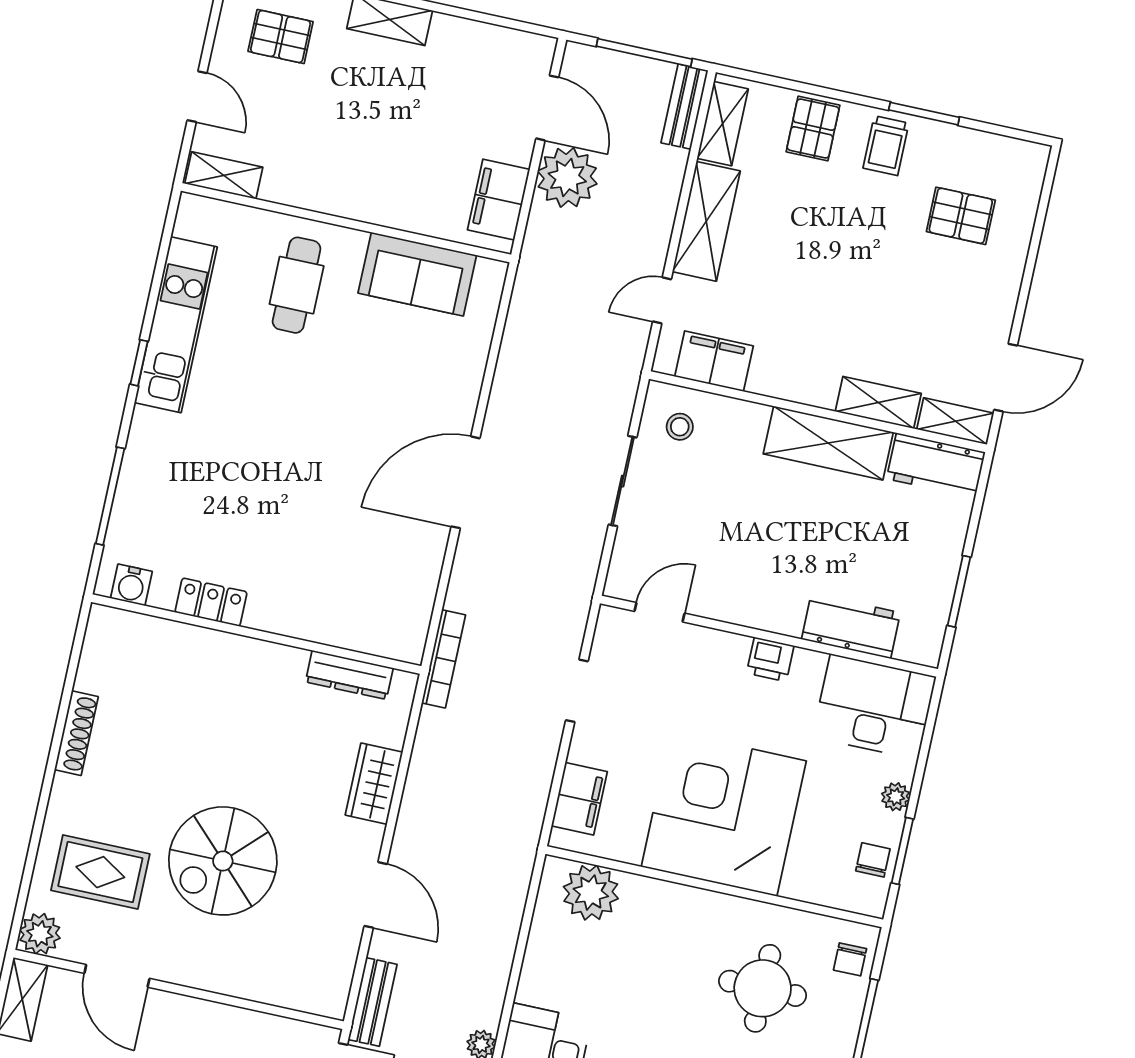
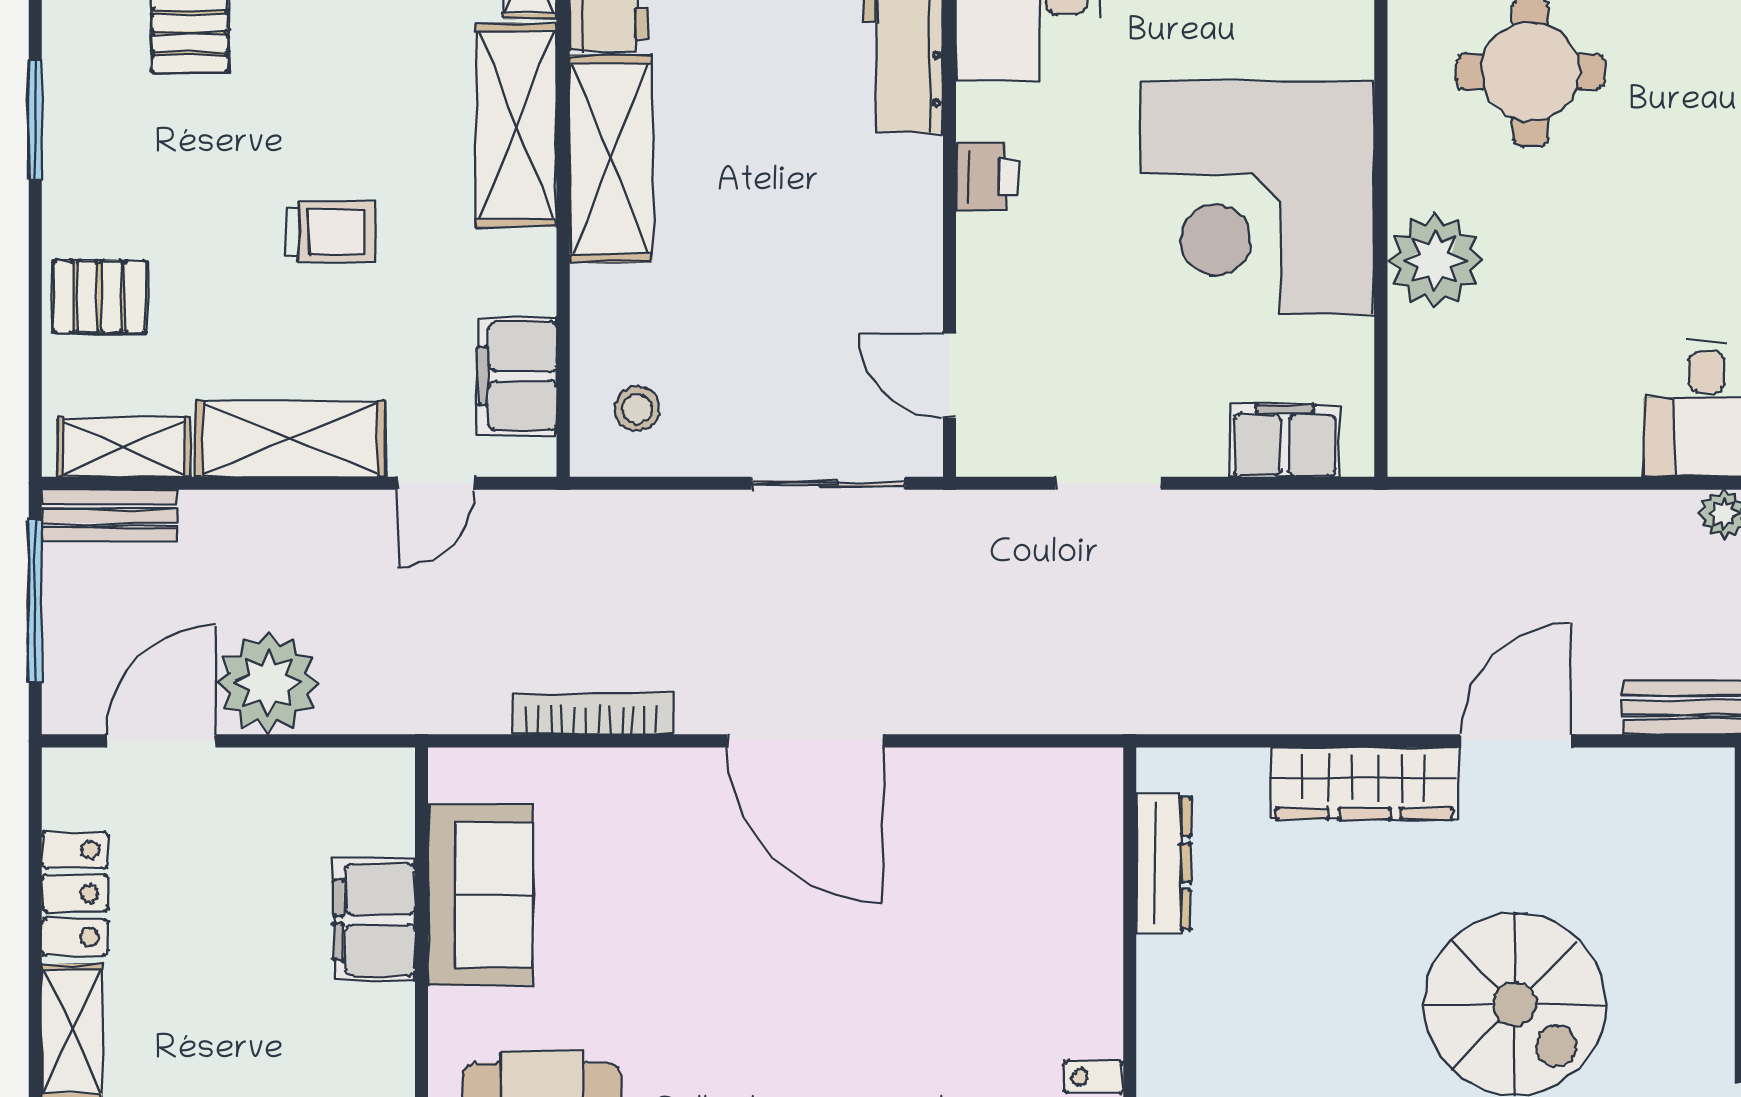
locker: (469, 39) -> (75, 894), added
trolley: (886, 146) -> (330, 232), moved
filing cabinet: (499, 200) -> (374, 920), moved, turned 90
door: (662, 300) -> (436, 483), hinge flipped
shelving: (878, 402) -> (516, 125), width x1.50, depth x1.33
sliding door: (623, 481) -> (828, 483), moved
bookcase: (443, 659) -> (592, 714), moved
wardrobe: (374, 784) -> (1364, 783), width x1.50
plant: (591, 893) -> (1435, 260), moved

